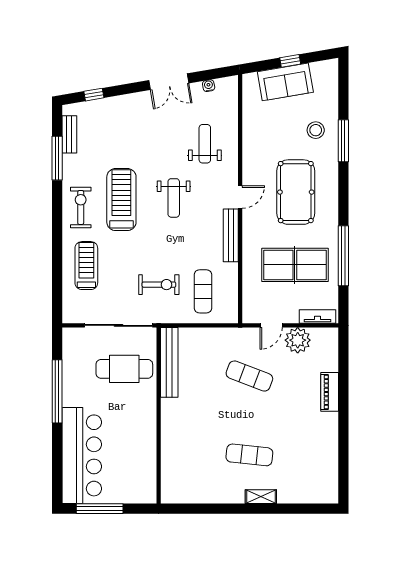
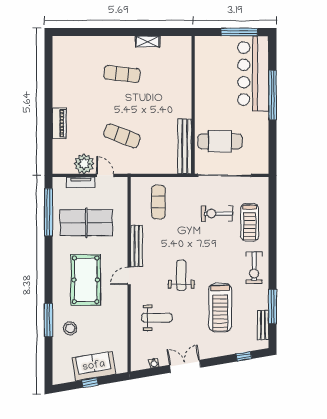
weight bench: (205, 144) -> (157, 318), turned -90
treadmill: (121, 200) -> (220, 308), moved
window: (343, 256) -> (48, 212), moved
exercise bike: (159, 285) -> (217, 214), moved
tv unit: (317, 317) -> (81, 182), moved
door: (271, 325) -> (105, 175), hinge flipped
window: (57, 391) -> (273, 95), moved
shelving: (261, 497) -> (148, 41), moved

